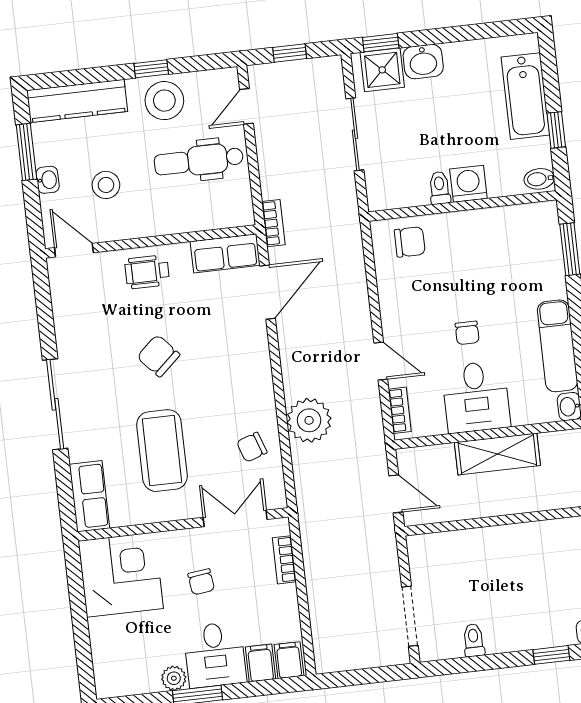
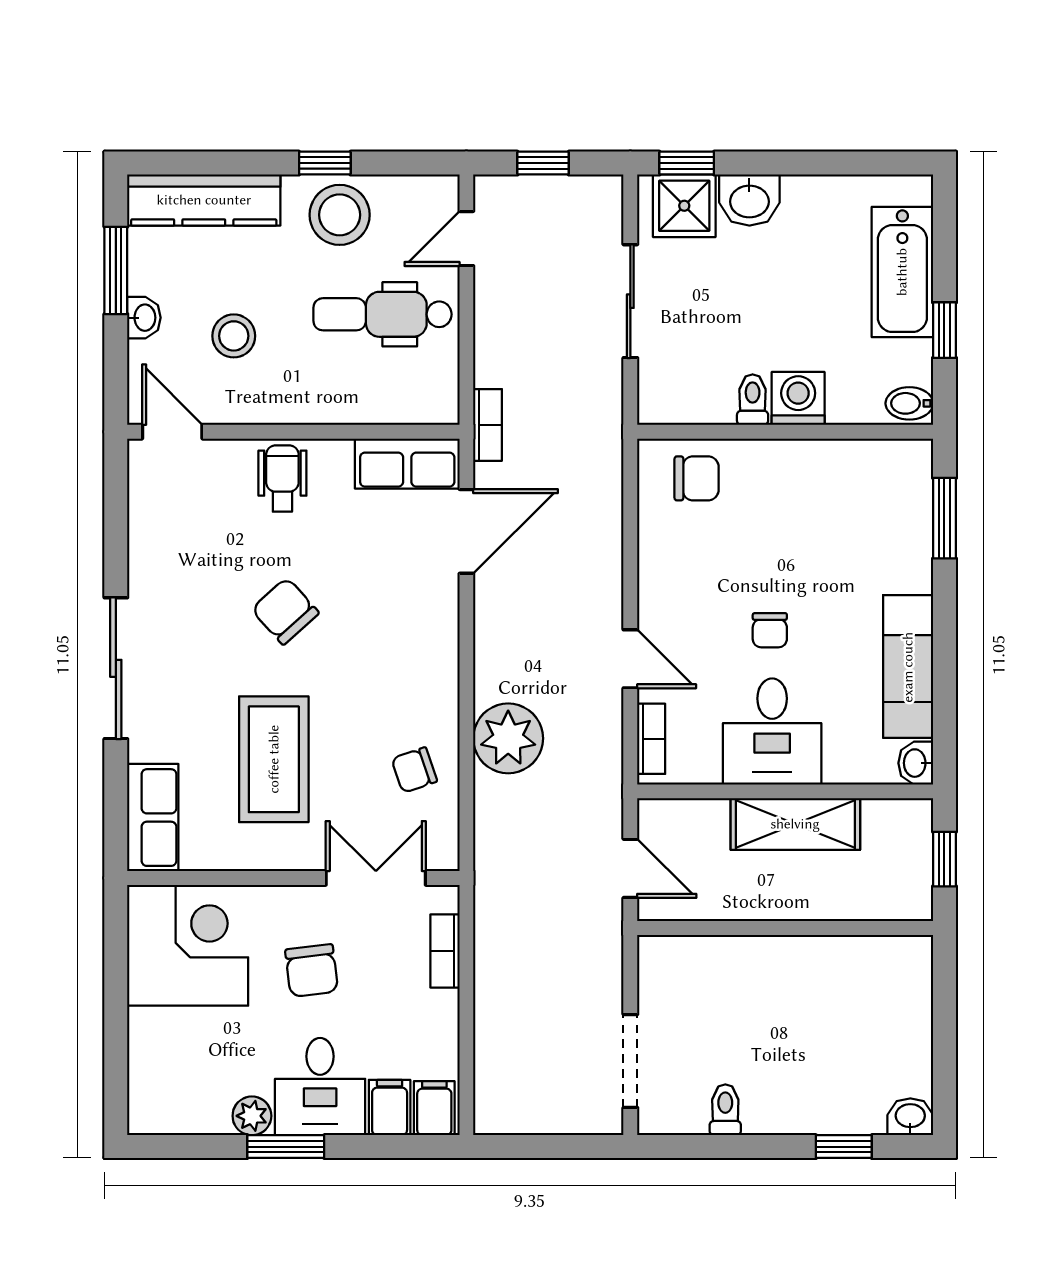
wheelchair: (147, 272) -> (282, 478), turned 90
chair: (201, 582) -> (312, 971), width x1.37, depth x1.37

